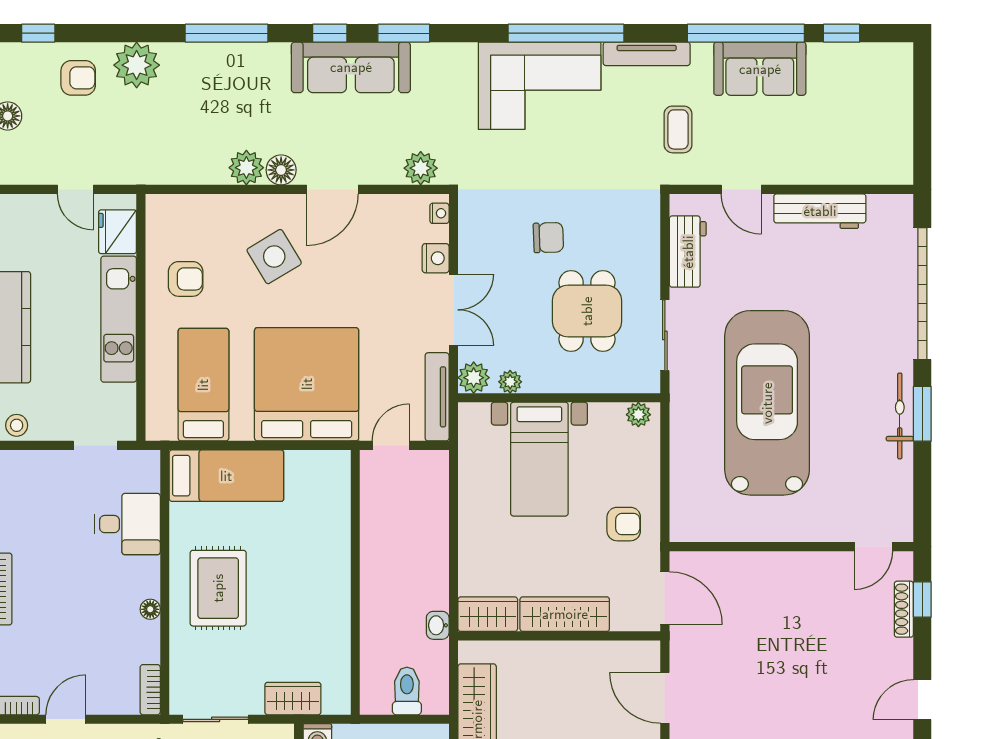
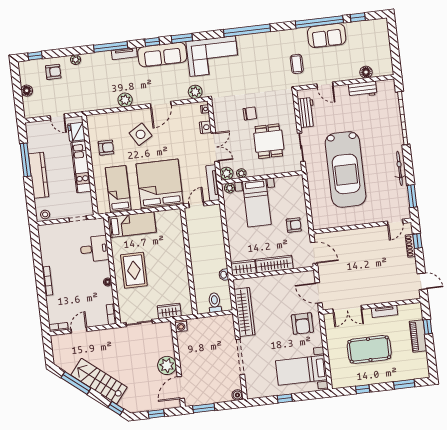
tv unit: (647, 54) -> (124, 54), moved, width x0.71
plant: (137, 65) -> (76, 60), width x0.53, depth x0.53
corner sofa: (540, 86) -> (213, 56), moved
floor lamp: (281, 170) -> (366, 72), moved
workbench: (820, 211) -> (363, 89), width x0.73
car: (767, 403) -> (346, 169), turned 180
window: (922, 414) -> (412, 196), moved
plant: (638, 415) -> (229, 188), moved
door: (922, 700) -> (422, 281), swing flipped

